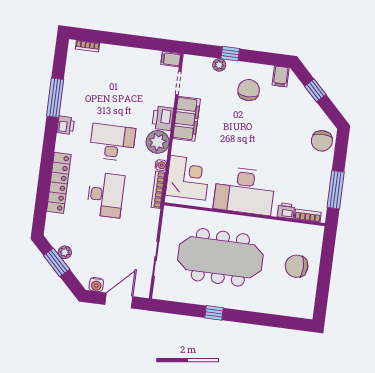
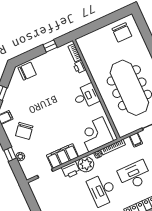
filing cabinet: (171, 59) -> (136, 140), moved
chair: (249, 90) -> (24, 131), turned -50
window: (336, 190) -> (50, 46), width x0.46
desk: (244, 191) -> (86, 96), width x0.53, depth x0.77
chair: (297, 266) -> (122, 32), moved

